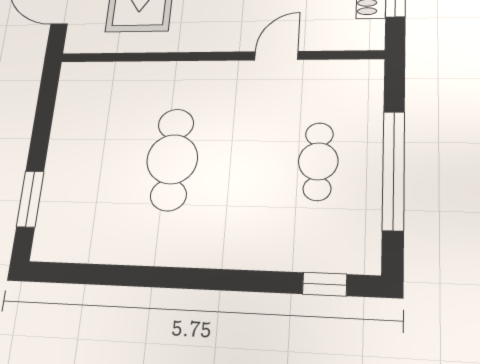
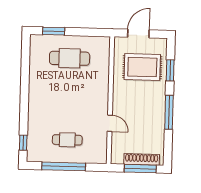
cafe table: (172, 159) -> (70, 58), moved

